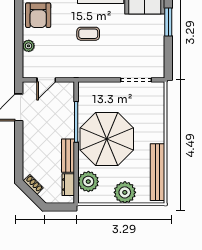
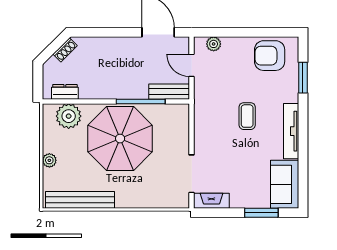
plant: (29, 46) -> (214, 44), moved
fireplace: (158, 63) -> (211, 201), added
bench: (68, 156) -> (169, 92), moved
plant: (125, 192) -> (49, 160), width x0.53, depth x0.53

